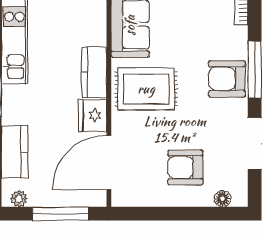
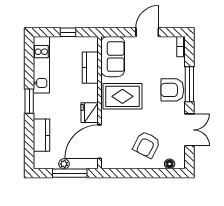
kitchen counter: (94, 72) -> (90, 68), moved
armchair: (185, 167) -> (147, 145), turned -63
plant: (19, 199) -> (64, 164), moved

